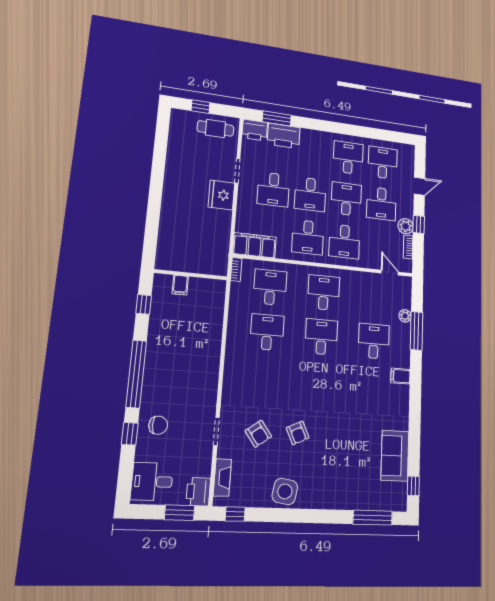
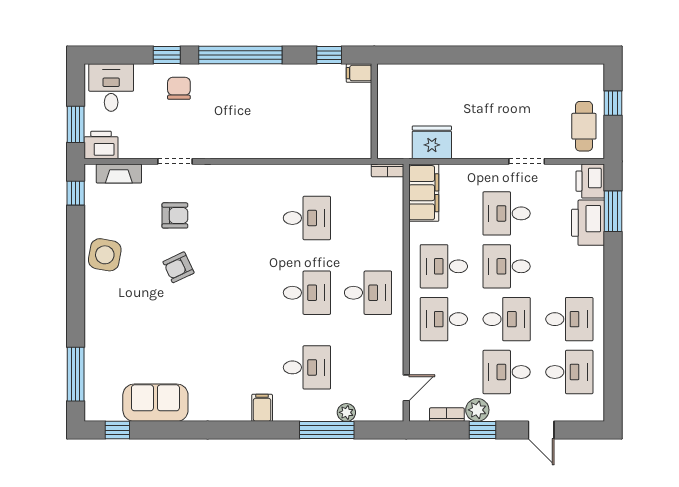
fridge: (221, 195) -> (432, 142), moved
filing cabinet: (180, 285) -> (359, 73), moved
desk: (270, 287) -> (368, 218), removed
chair: (158, 425) -> (179, 88), turned 180
armchair: (258, 434) -> (175, 215), turned -144

